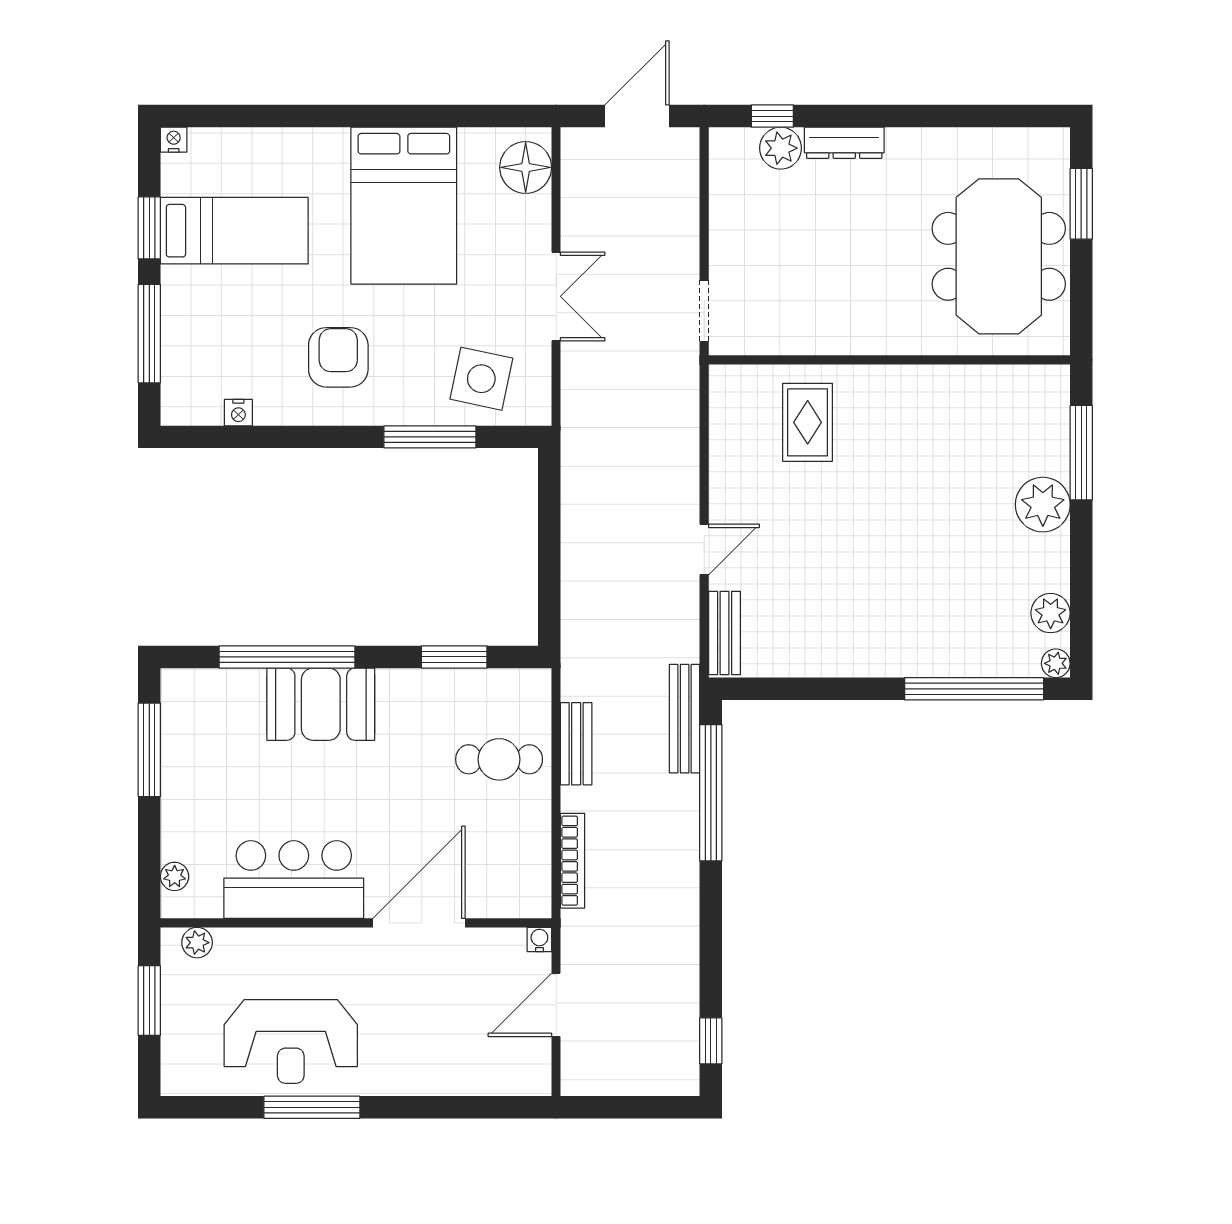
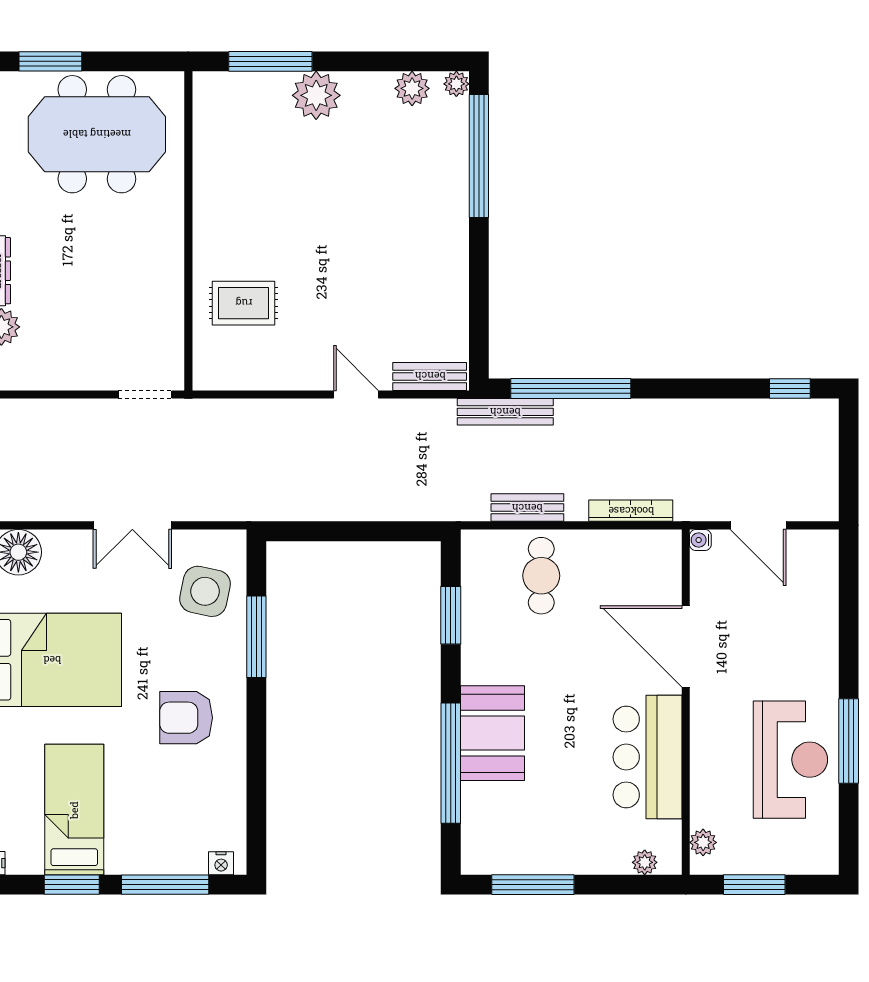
double door: (556, 296) -> (132, 525), swing flipped
nightstand: (238, 413) -> (221, 863), moved, turned 90

